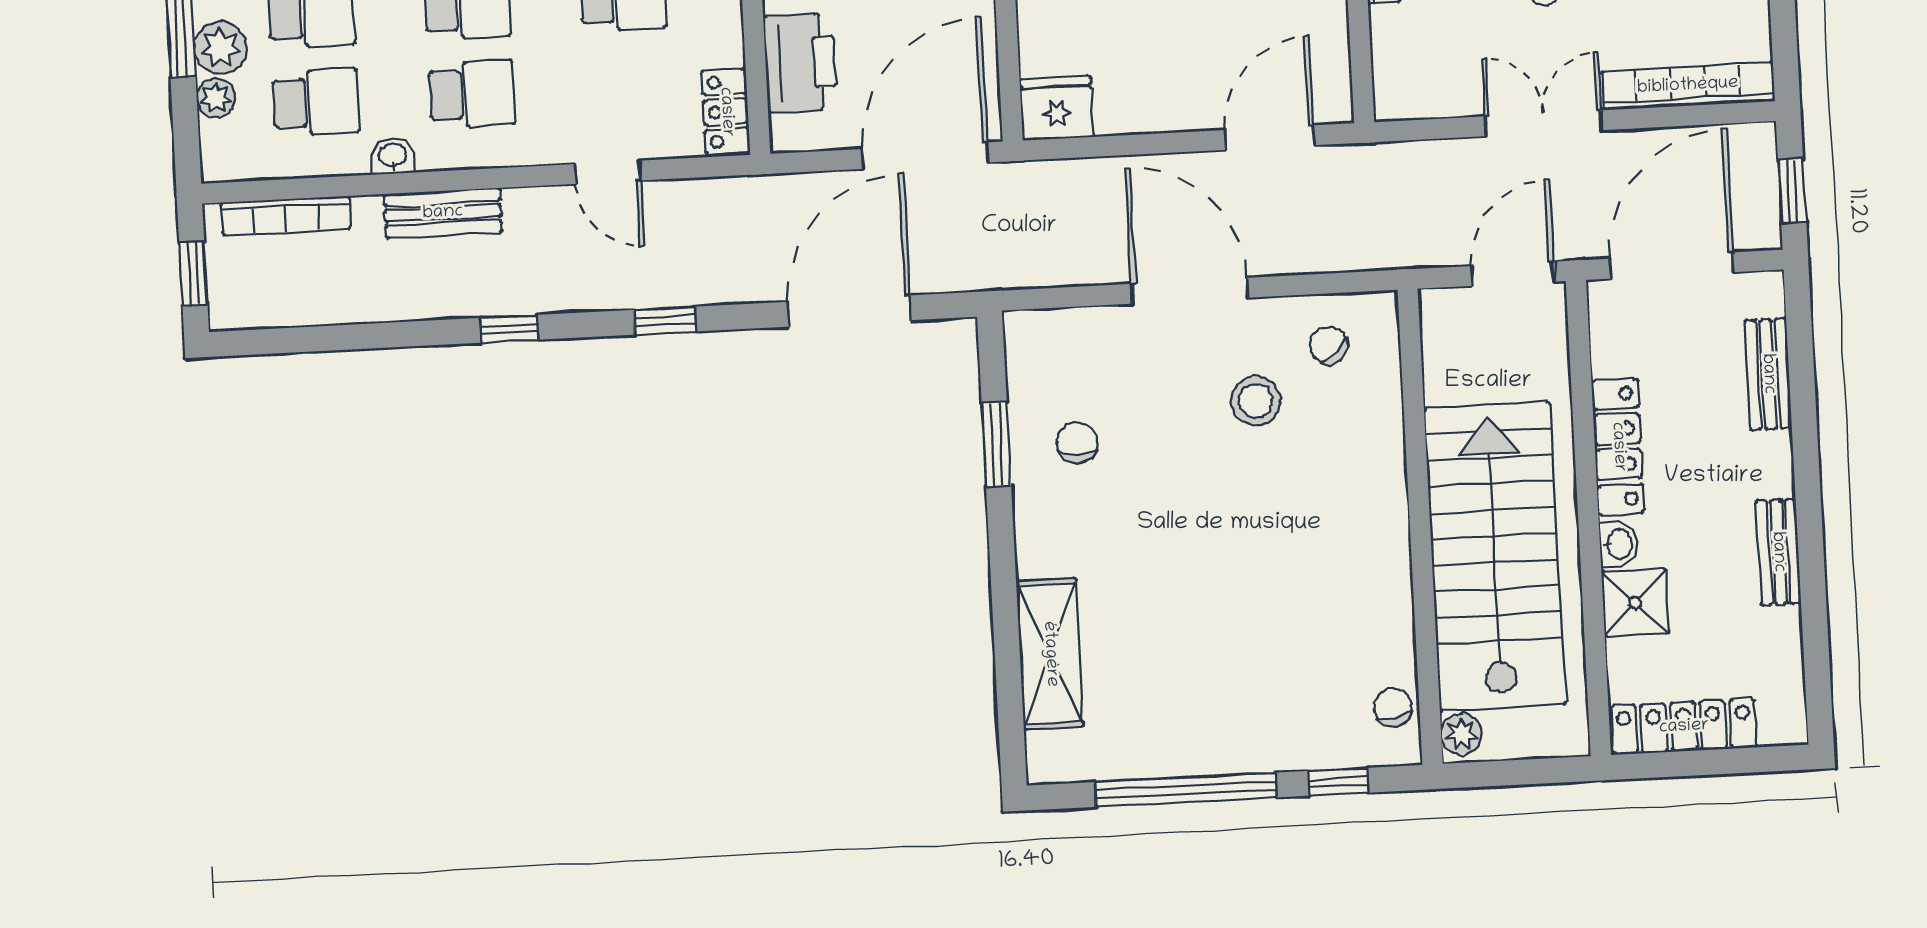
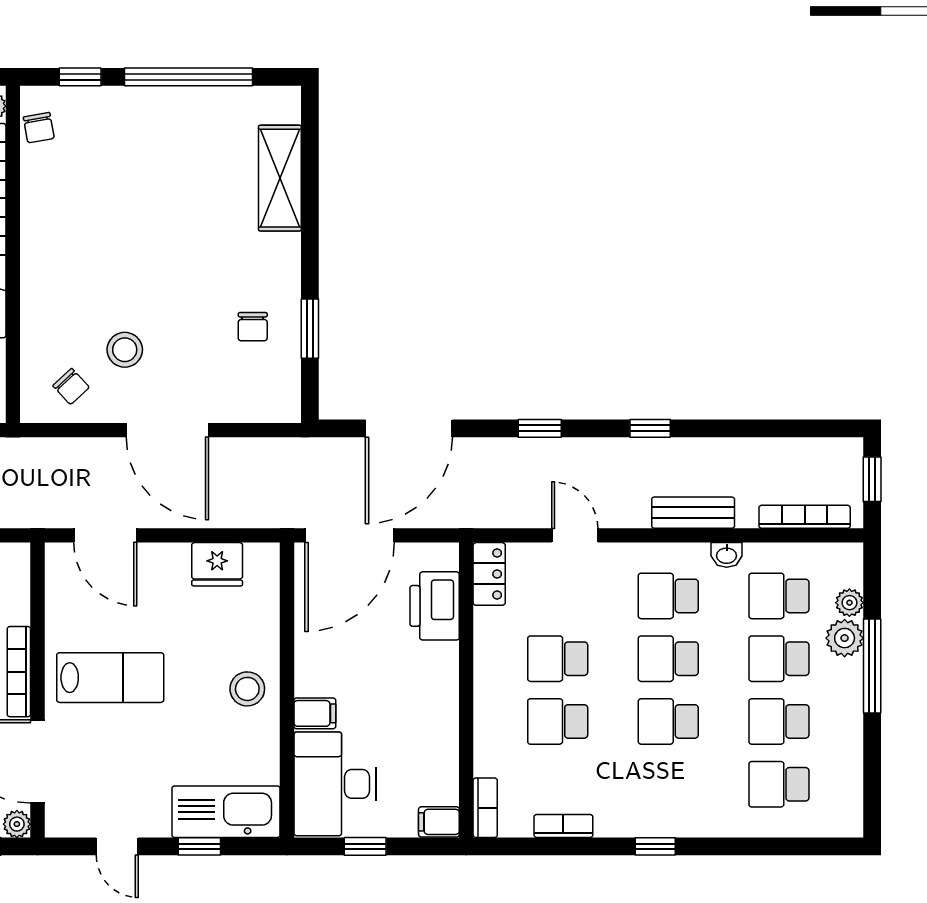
fridge: (1057, 108) -> (217, 564), moved
door: (1269, 138) -> (105, 535), hinge flipped

